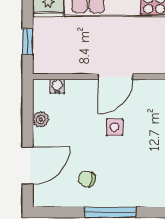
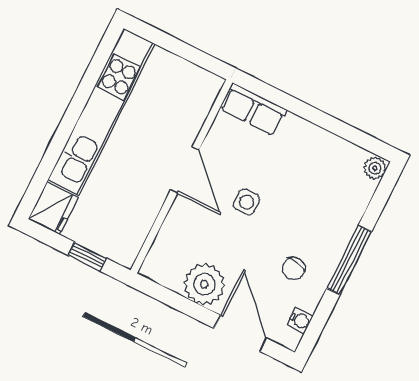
water cooler: (57, 86) -> (300, 320), moved, turned 180
plant: (41, 119) -> (204, 284), width x1.87, depth x1.87

